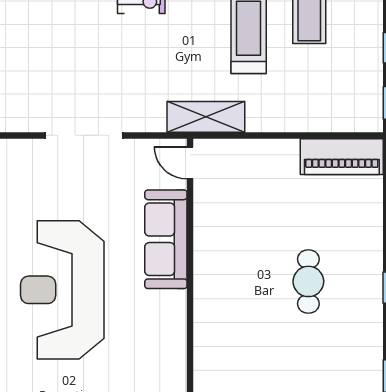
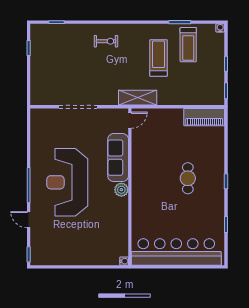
door: (190, 163) -> (130, 120), swing flipped
plant: (173, 305) -> (121, 190), added

